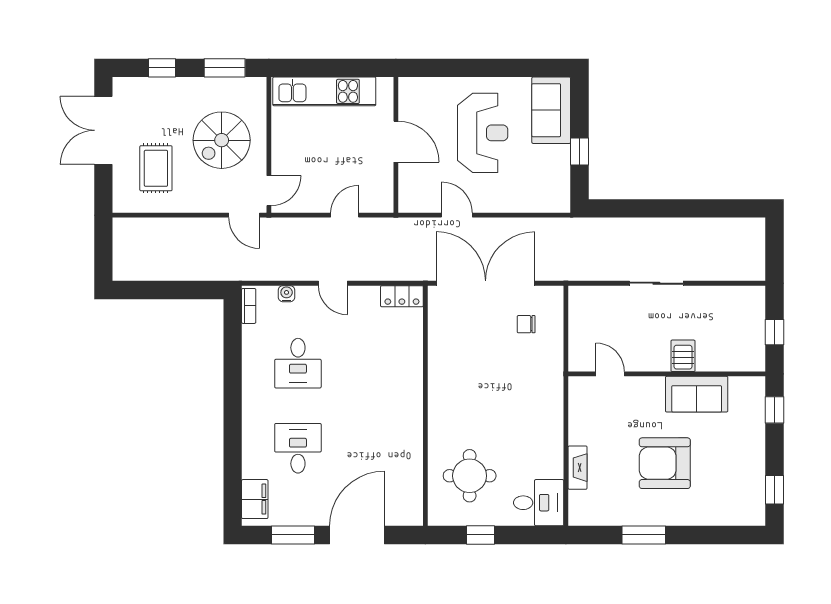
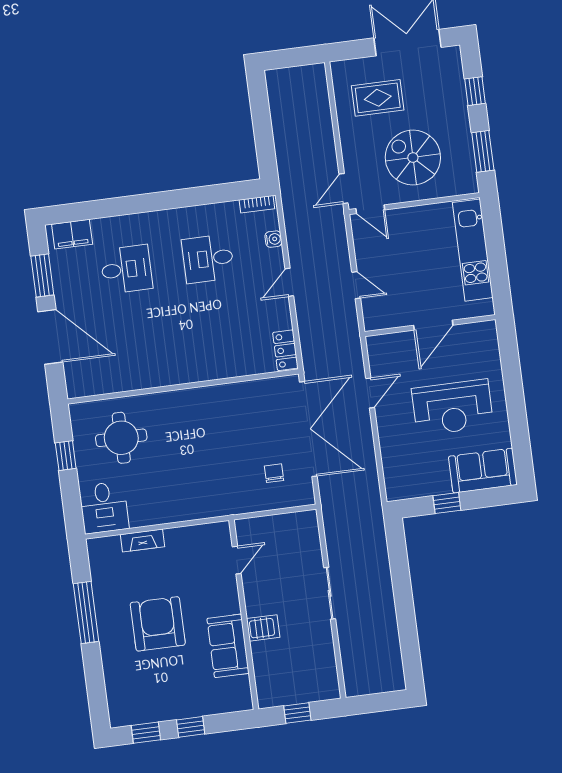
window: (775, 410) -> (191, 727), moved
window: (644, 535) -> (86, 613), width x1.44

